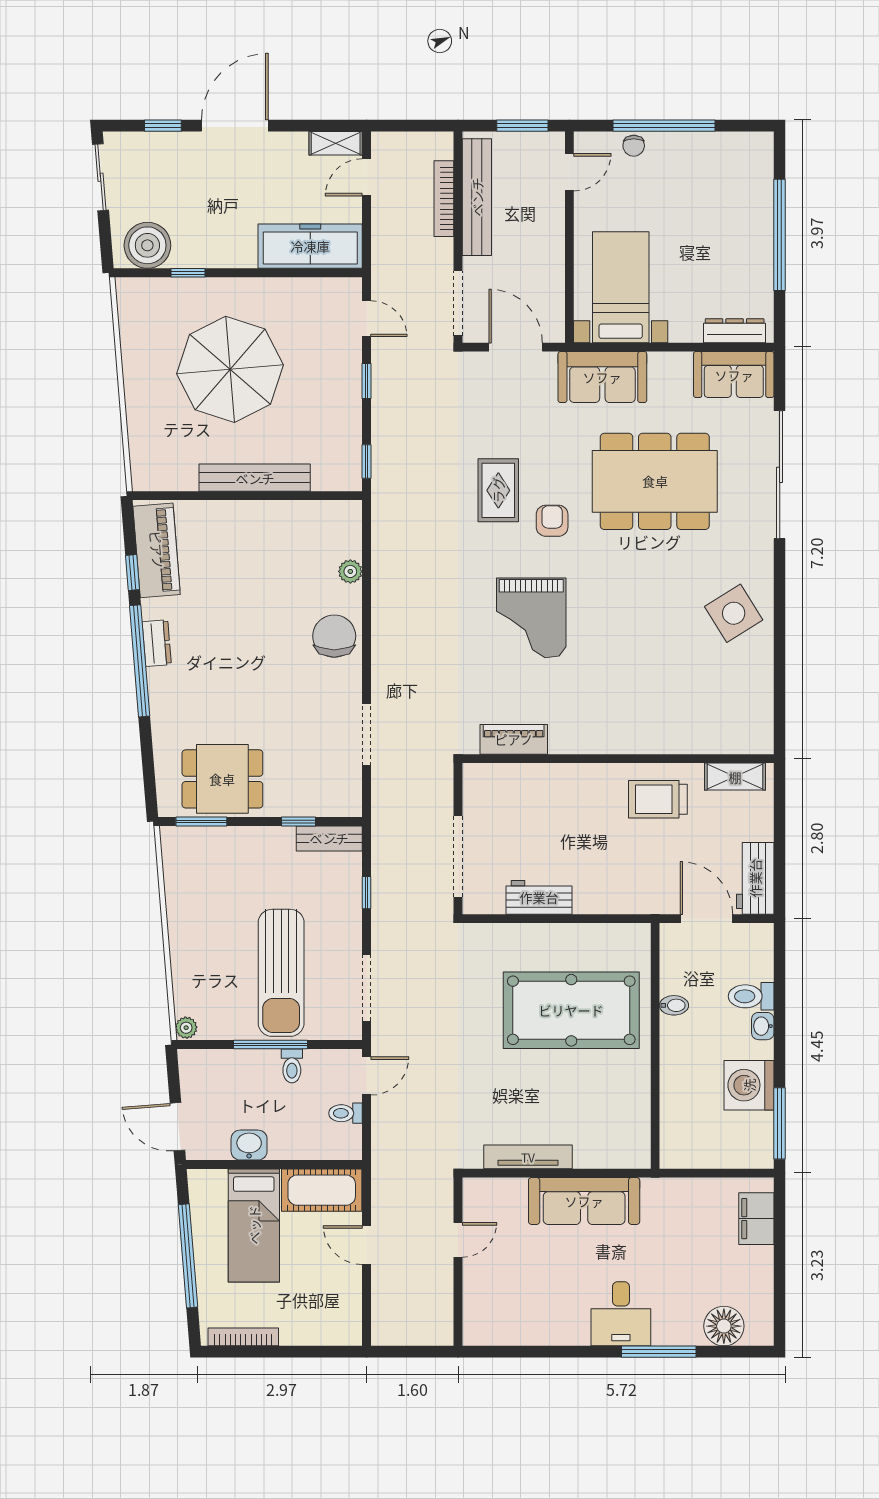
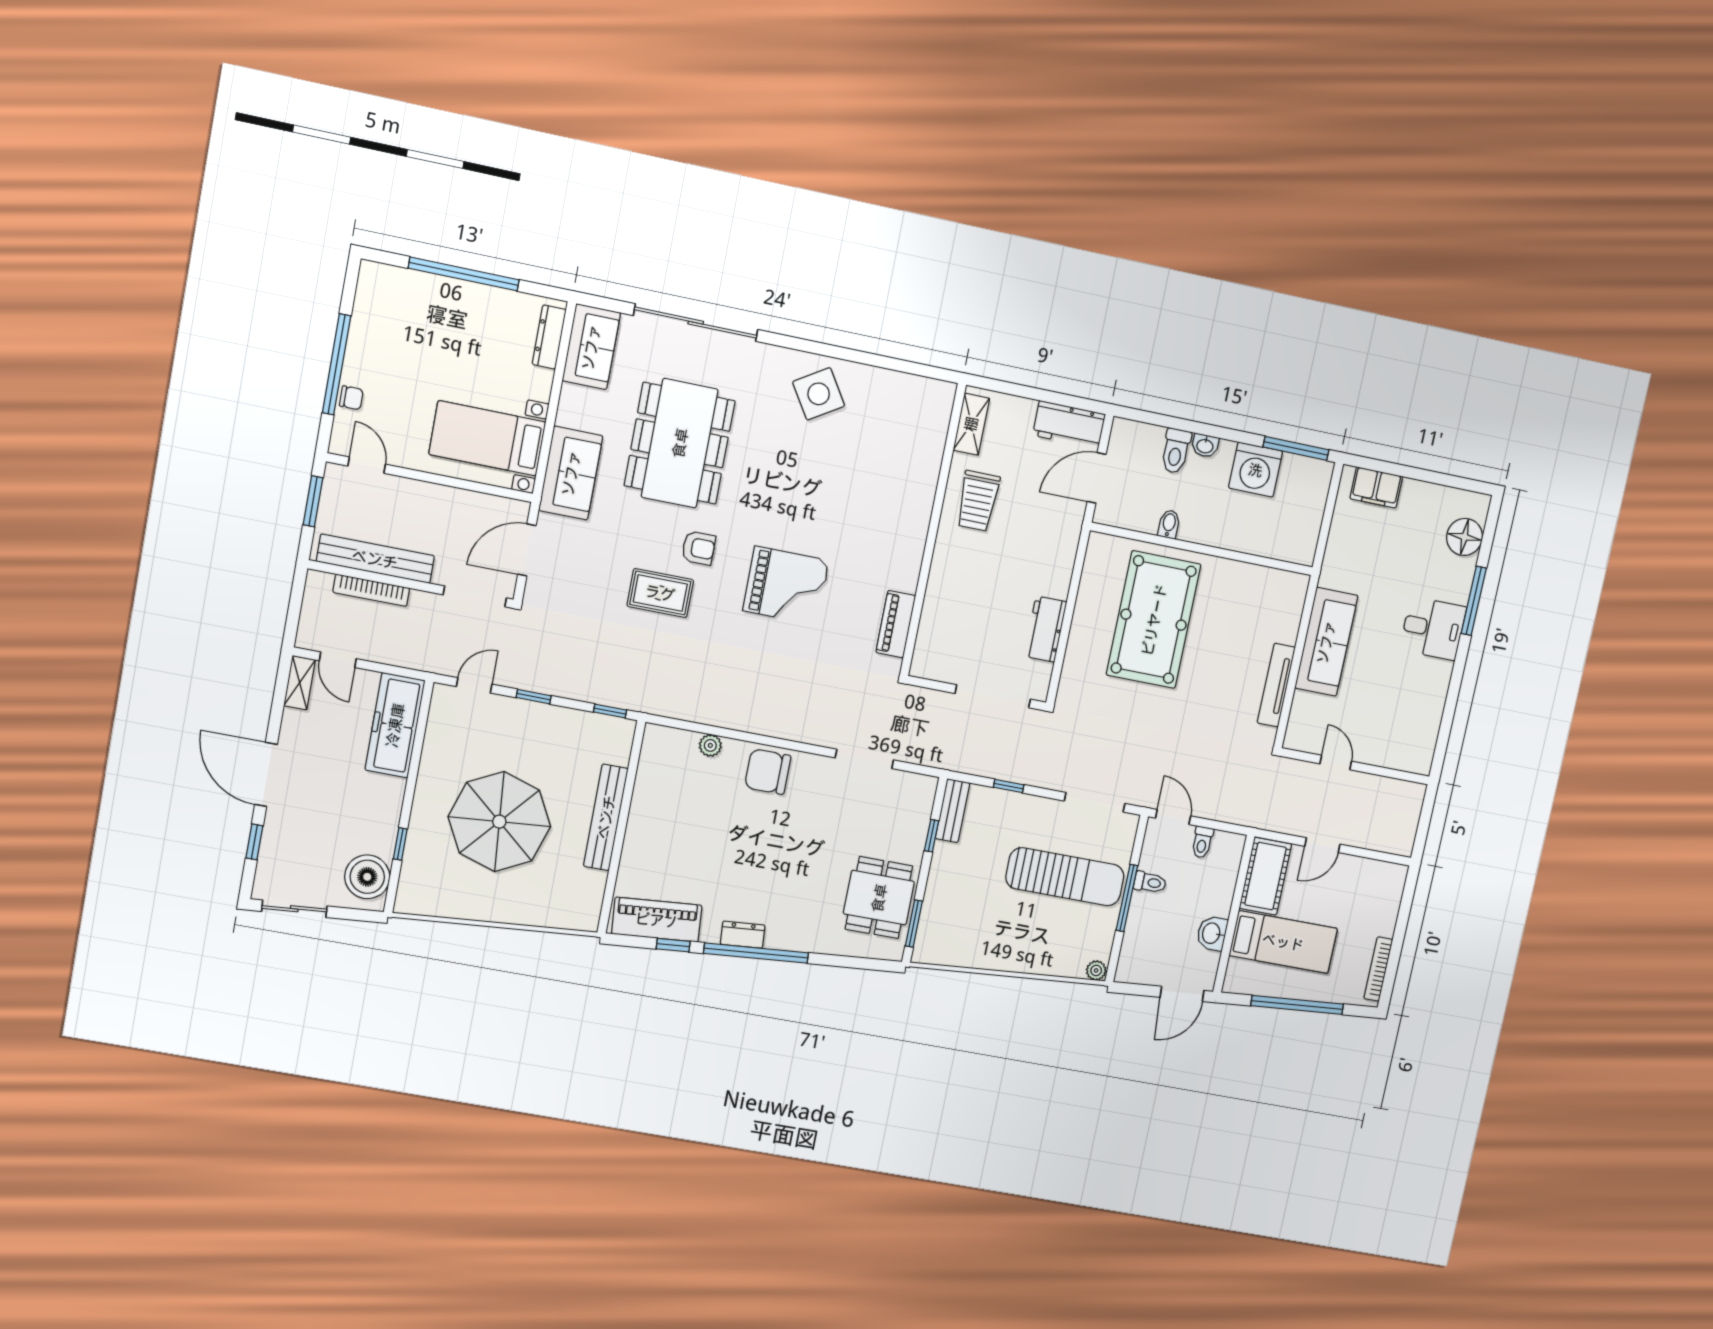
armchair: (552, 521) -> (699, 548), turned 180

